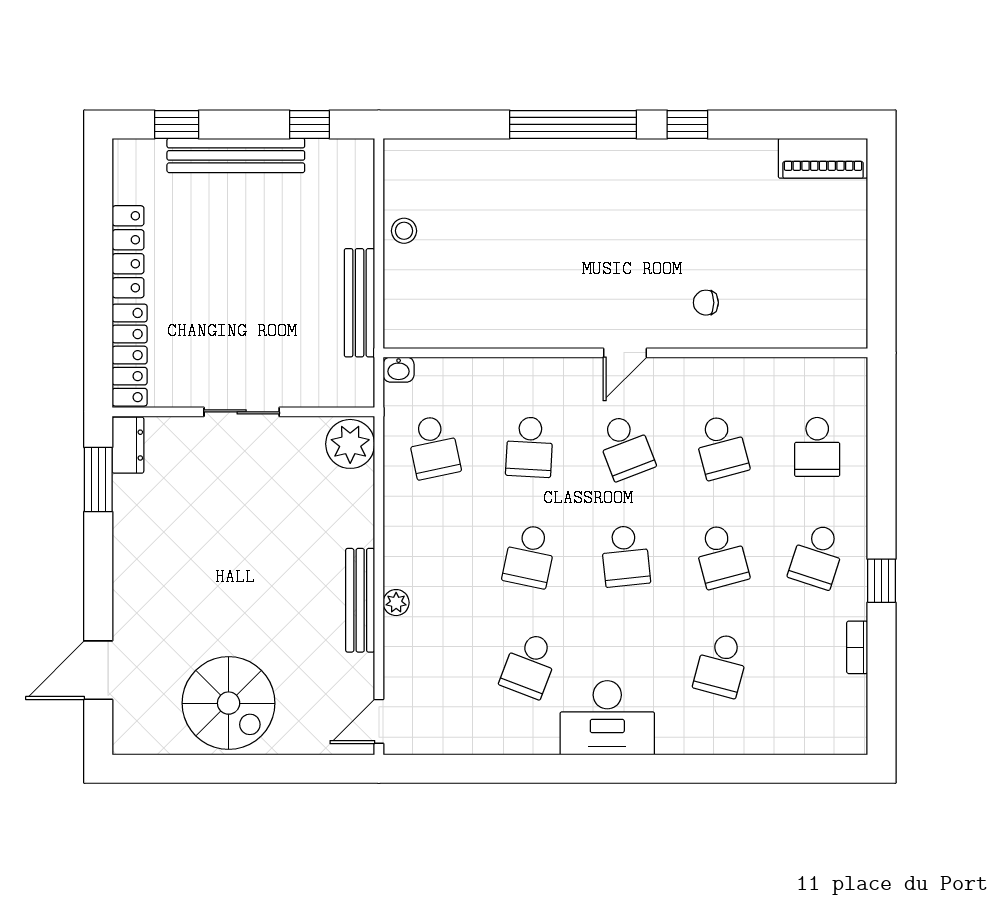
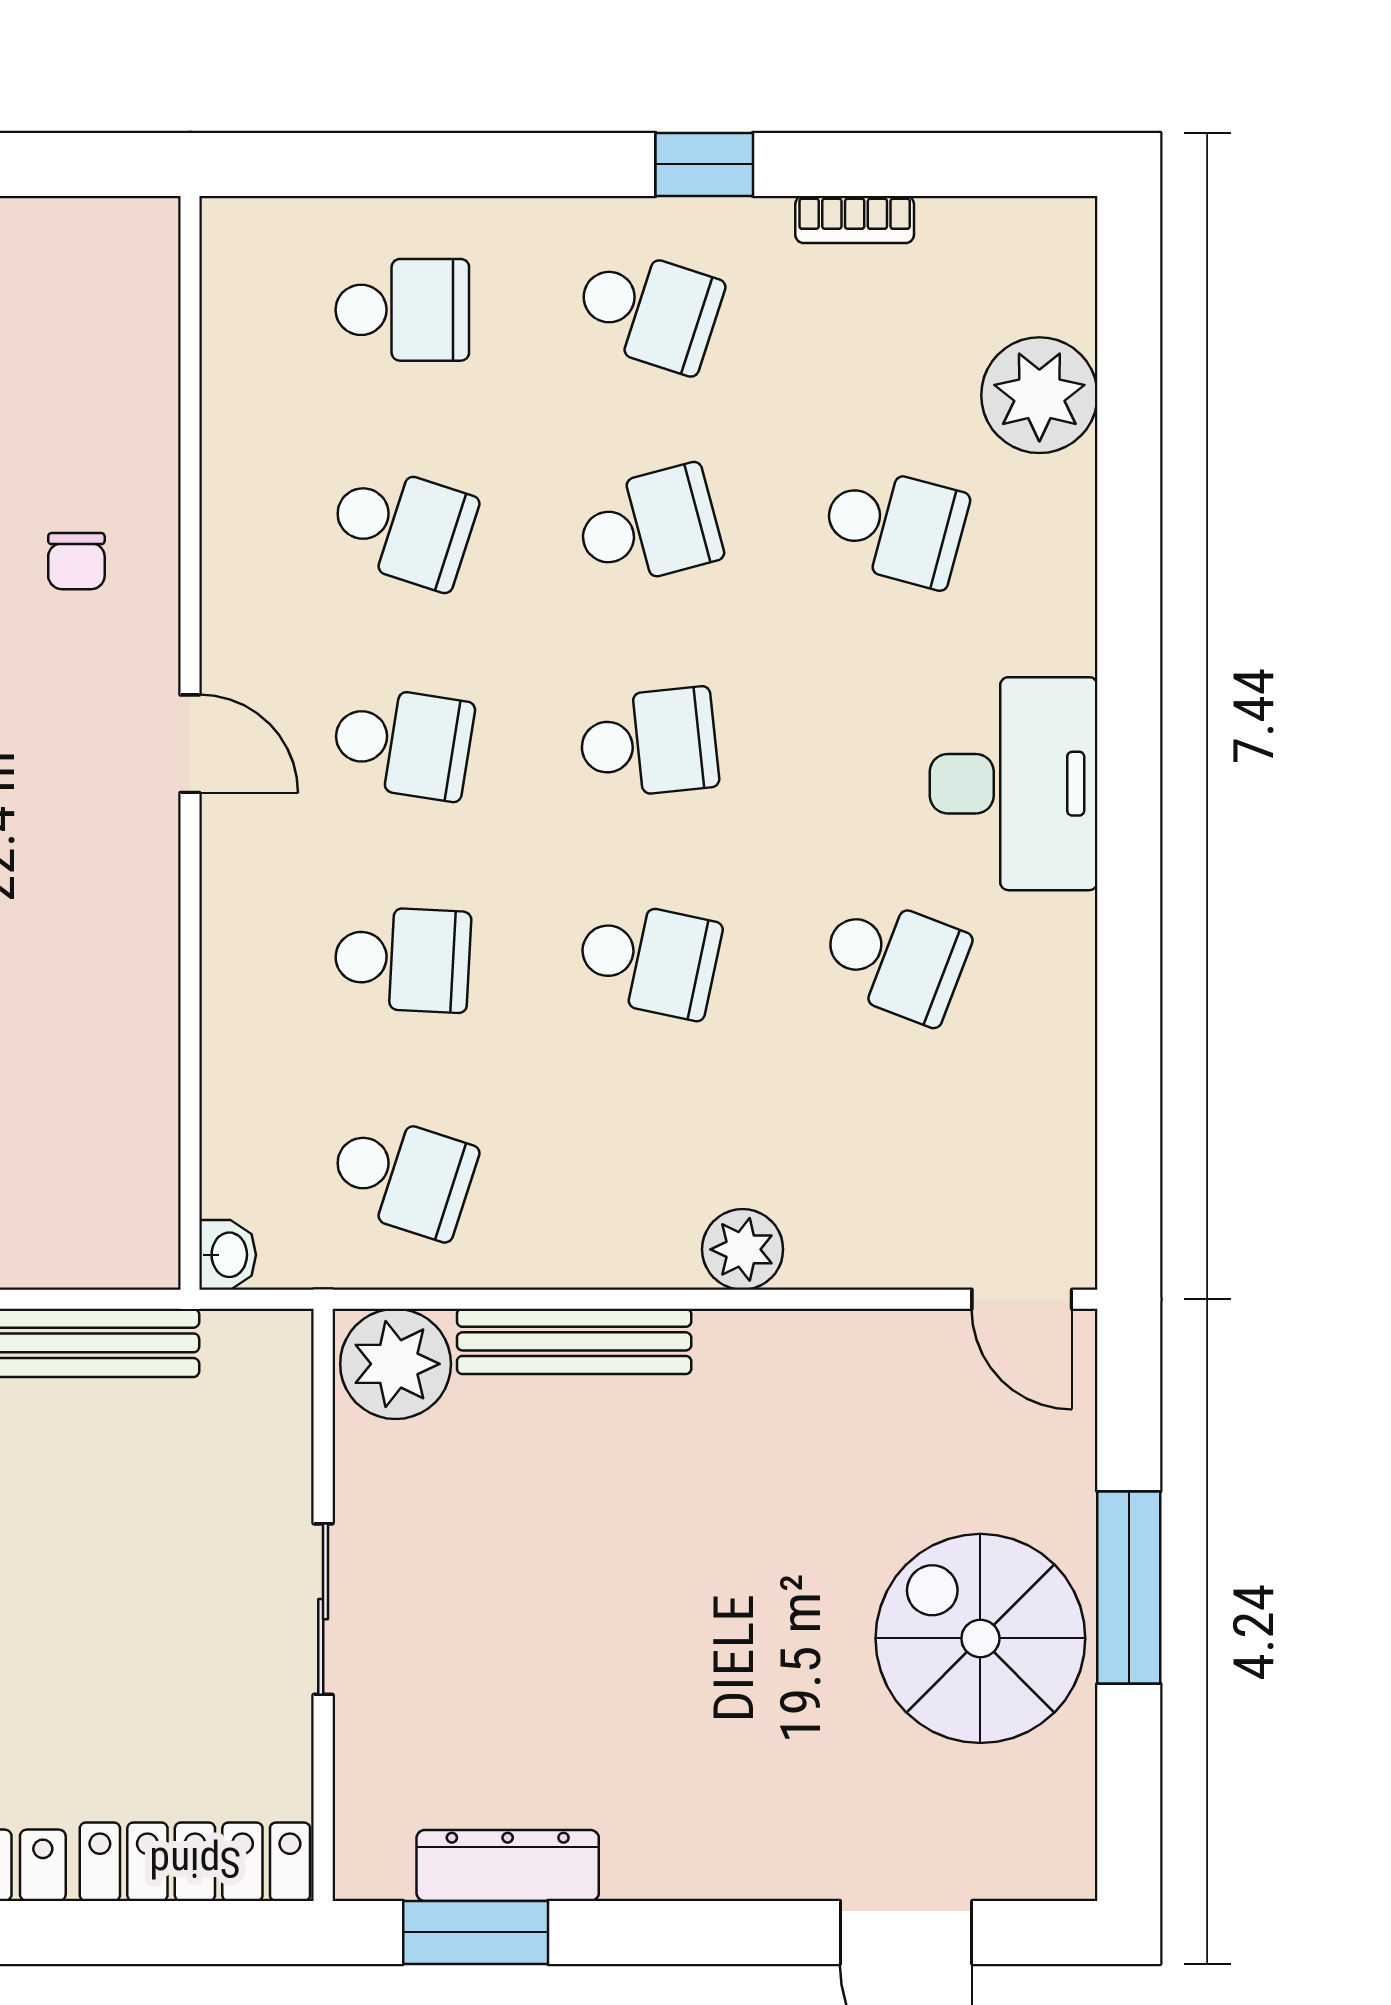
dresser: (128, 445) -> (508, 1865), moved, width x1.44
school desk: (434, 447) -> (402, 1176), turned 30
school desk: (625, 447) -> (402, 743), turned 30
school desk: (721, 447) -> (402, 526), turned 33
bench: (360, 600) -> (574, 1341), moved
plant: (396, 603) -> (743, 1249), width x1.38, depth x1.38
spiral stairs: (229, 703) -> (980, 1638), turned -90
plant: (779, 729) -> (1039, 395), added
window: (251, 769) -> (1129, 1587), added

